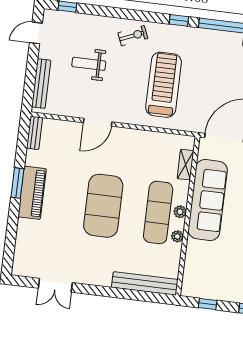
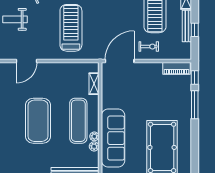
sofa: (208, 200) -> (113, 138), moved
plant: (180, 212) -> (94, 146), moved

